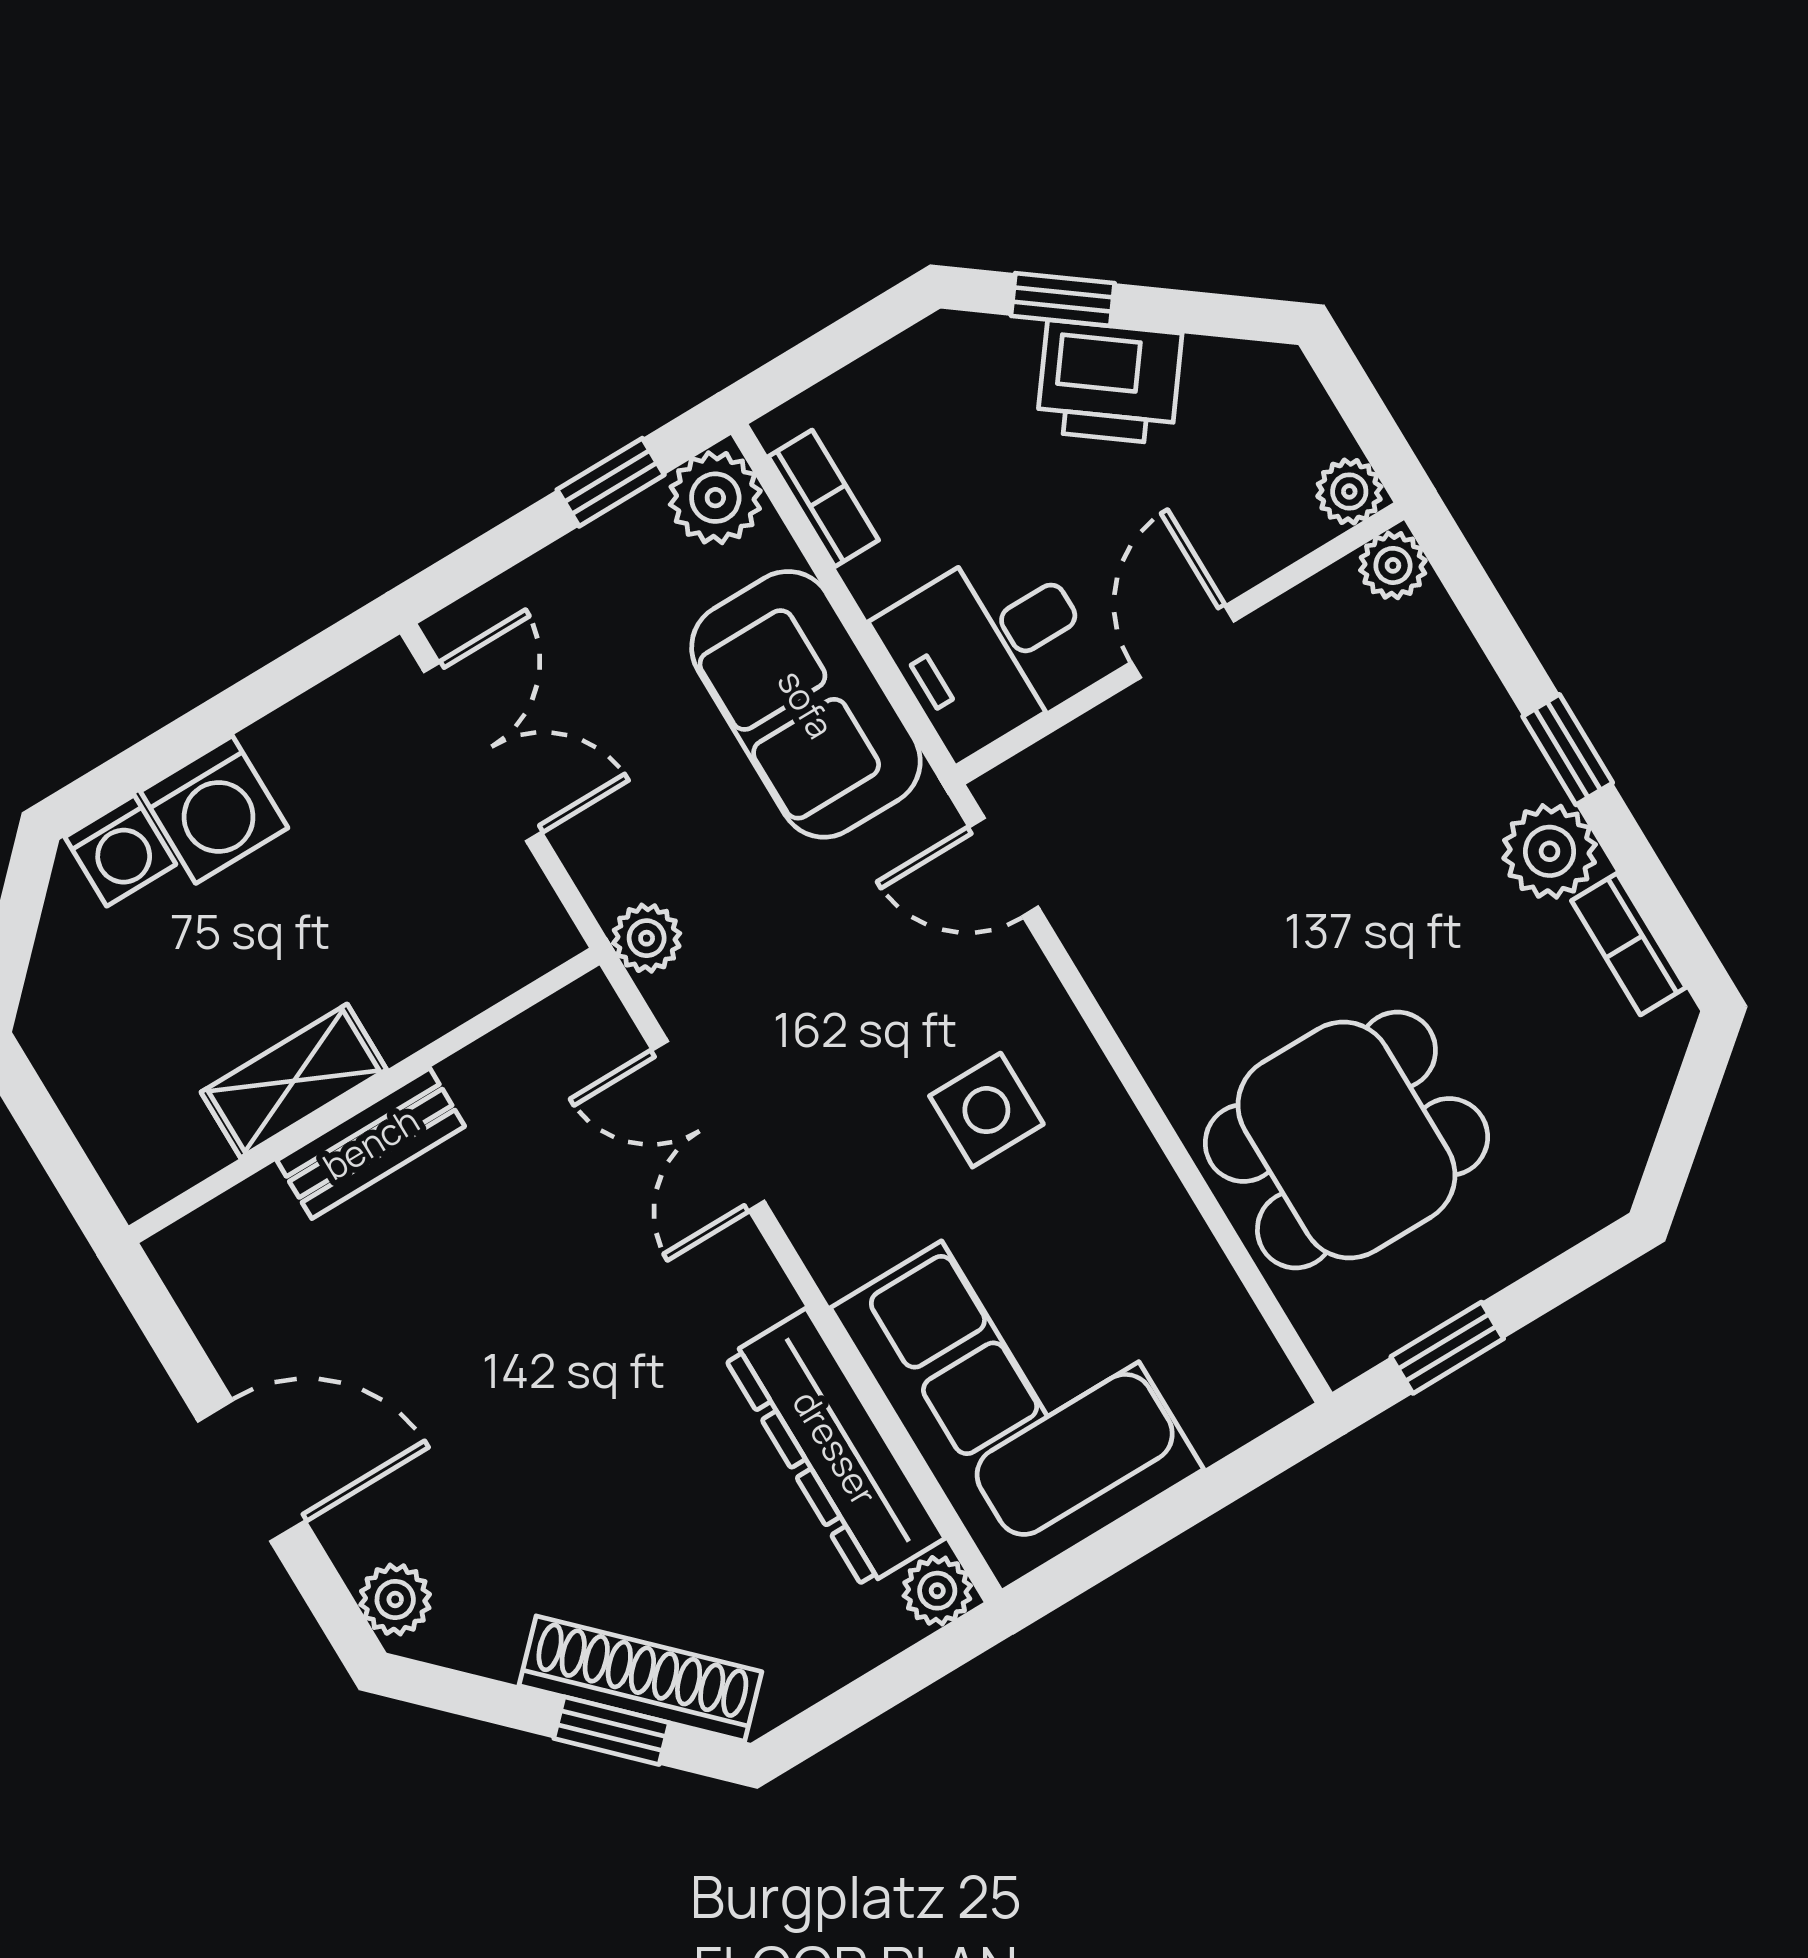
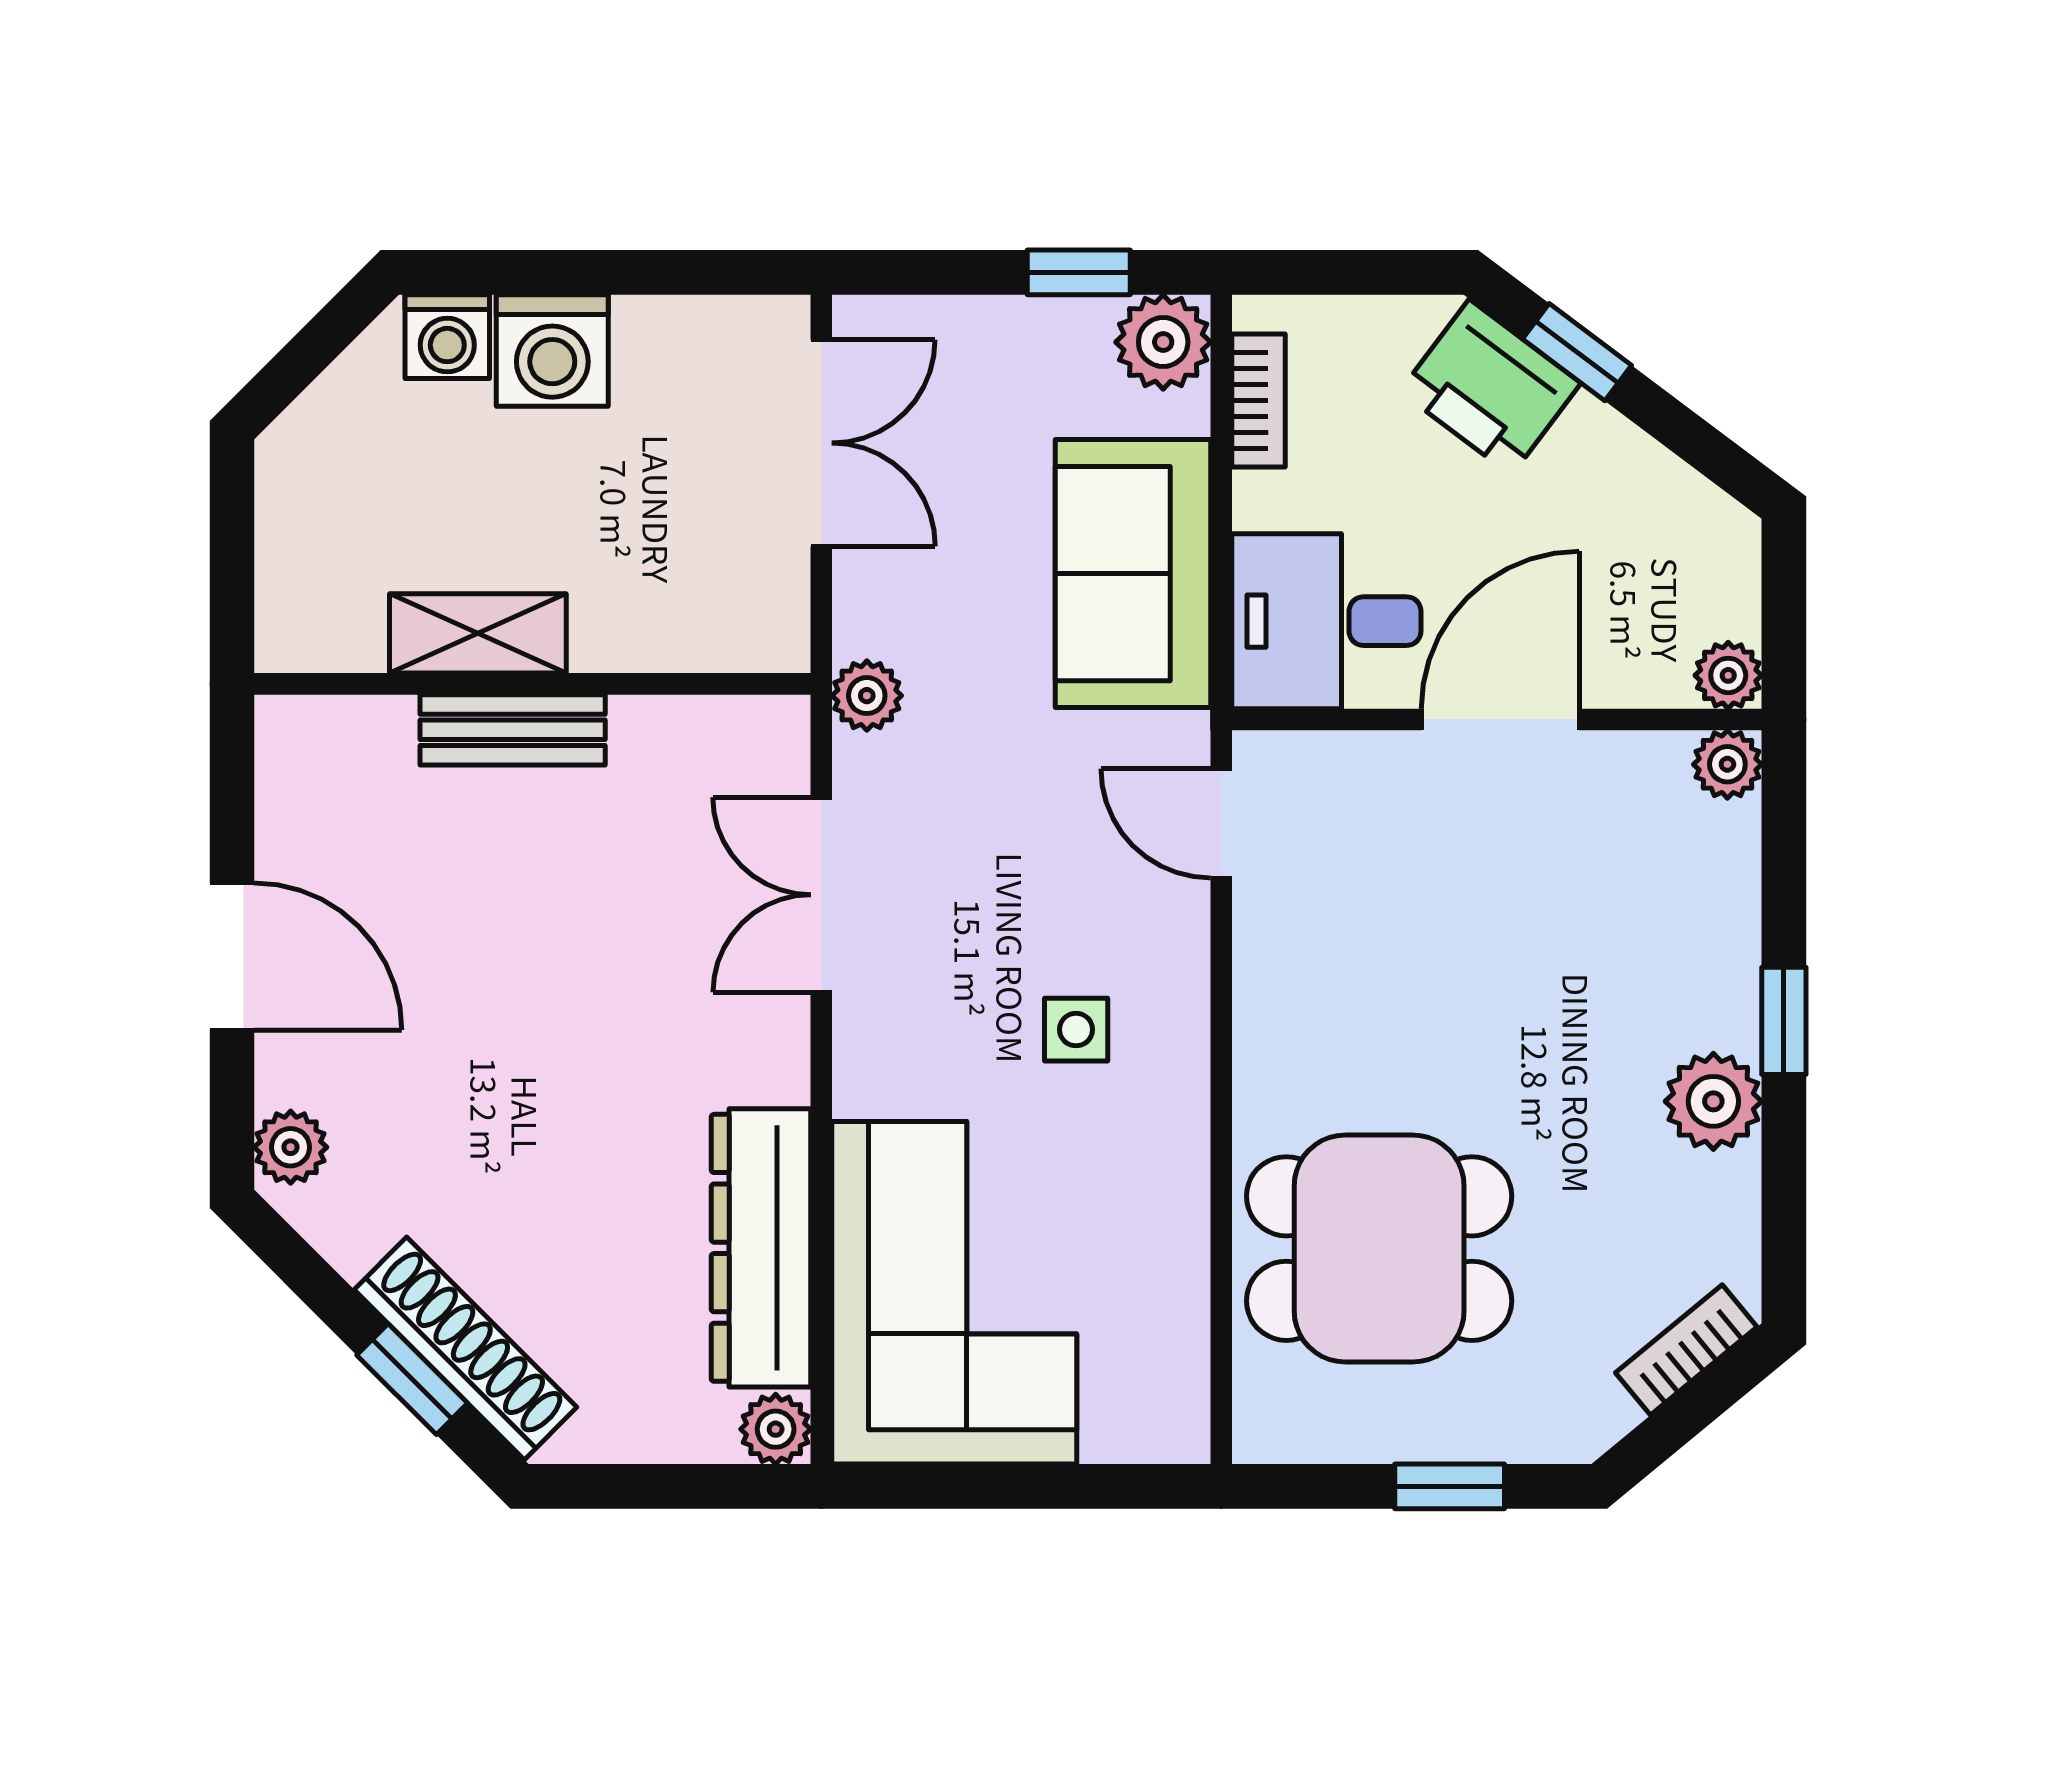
printer: (1109, 382) -> (1490, 387), moved
door: (1183, 642) -> (1500, 719), width x1.38
bookcase: (1629, 944) -> (1686, 1350), moved, turned 50
side table: (986, 1110) -> (1076, 1030), width x0.73, depth x0.73
window: (1447, 1348) -> (1450, 1486), moved

